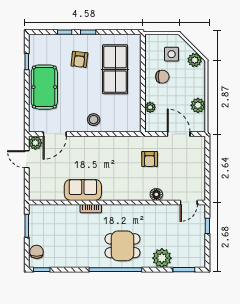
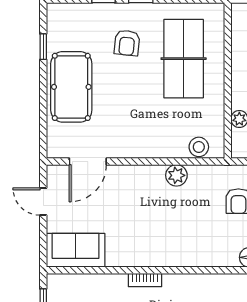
stool: (94, 120) -> (199, 147), moved
plant: (35, 143) -> (176, 175), moved
sofa: (83, 190) -> (76, 250), moved

